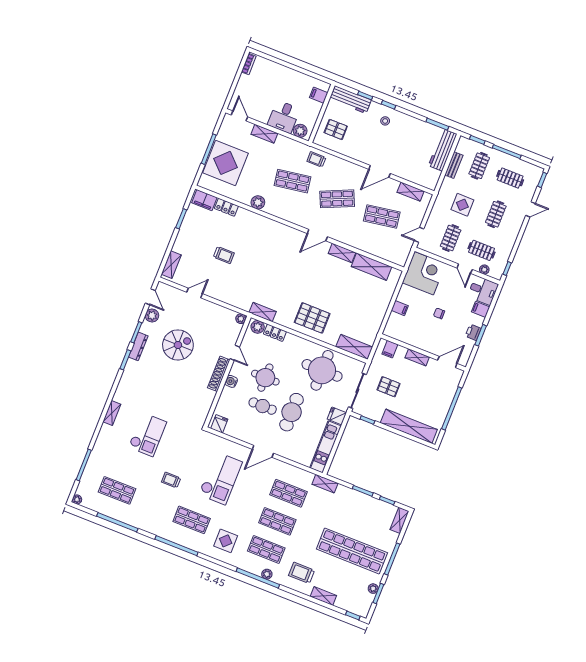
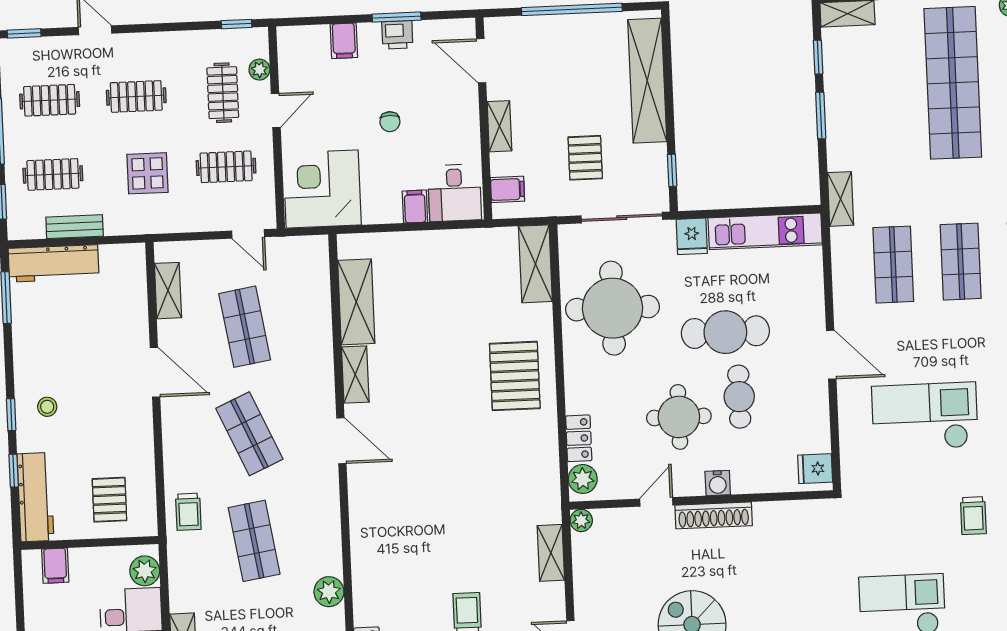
clothes rail: (510, 178) -> (50, 100), turned 90
desk: (483, 290) -> (455, 193), moved, turned 180
shelving: (263, 312) -> (551, 553), moved

